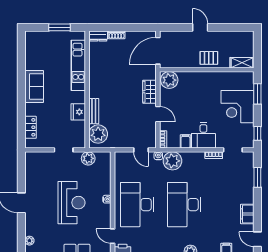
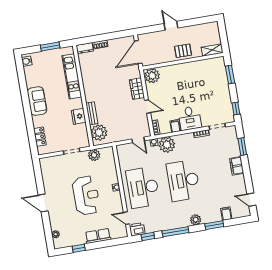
water cooler: (30, 39) -> (27, 61), added
corner desk: (238, 107) -> (215, 88), removed
filing cabinet: (247, 214) -> (237, 166), moved

